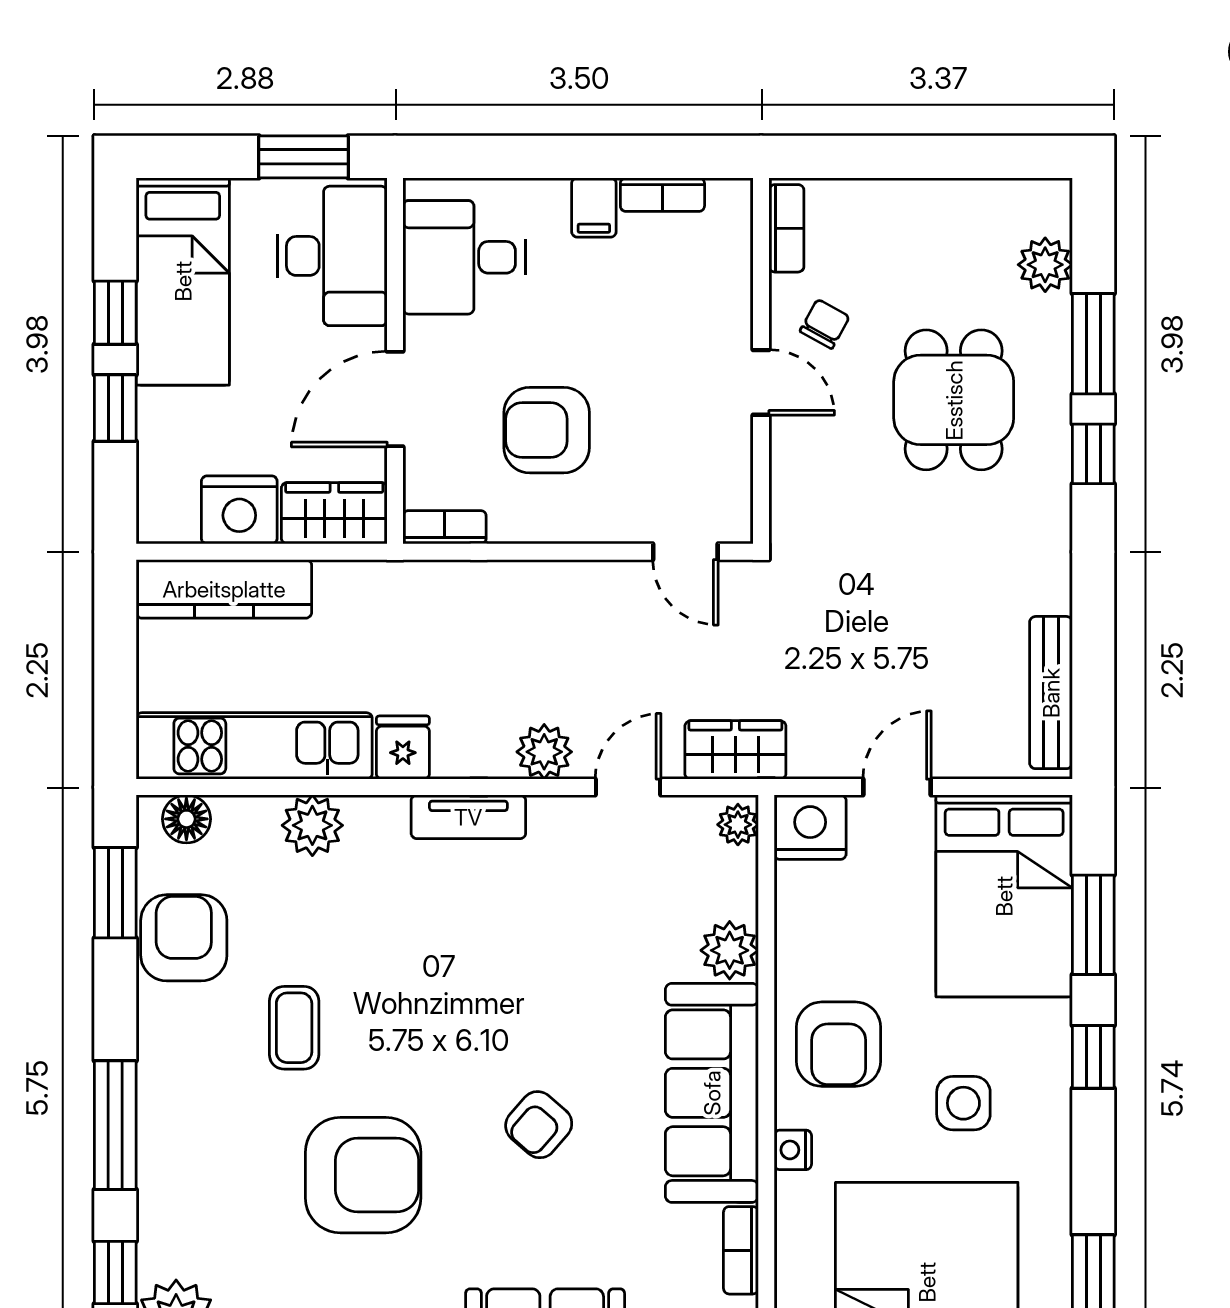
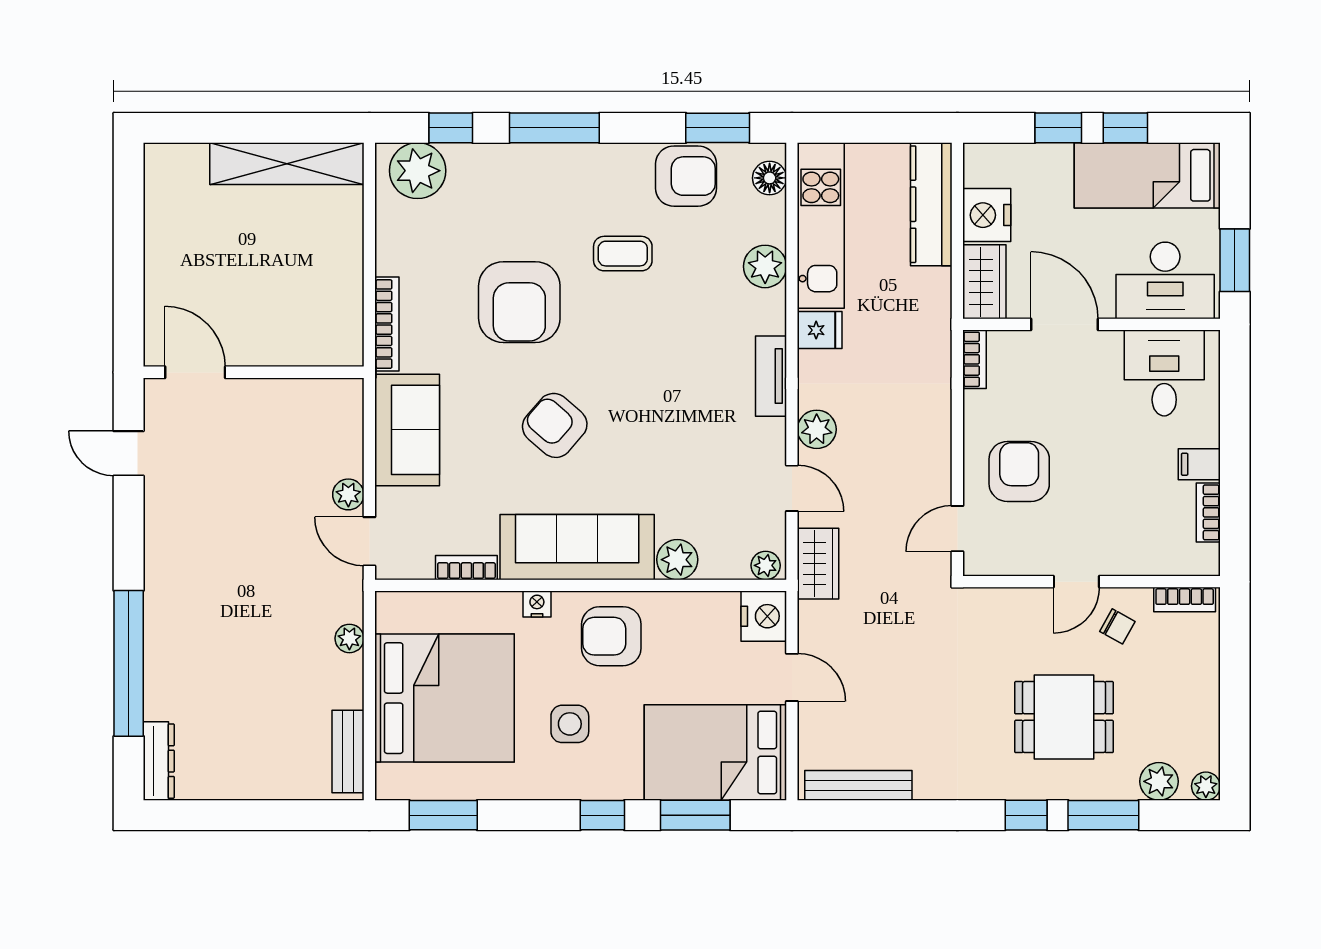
plant: (1052, 198) -> (1206, 786), added
armchair: (547, 430) -> (1019, 471), moved
armchair: (539, 1125) -> (555, 425), width x1.38, depth x1.38

